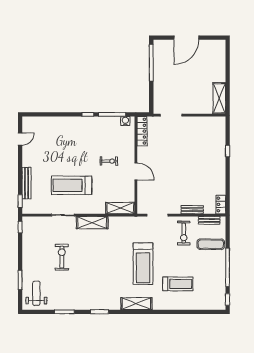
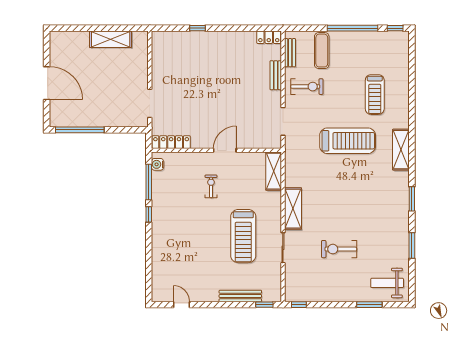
shelving: (219, 98) -> (111, 39), moved
treadmill: (178, 284) -> (375, 95), turned 180

